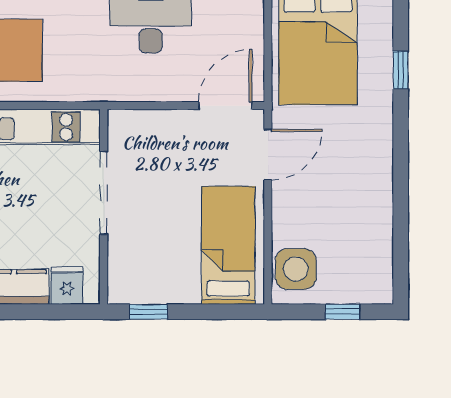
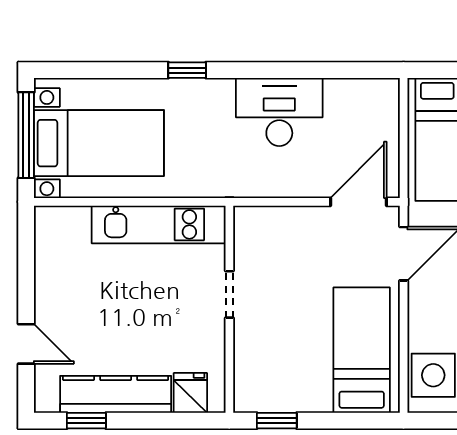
doorway: (104, 193) -> (229, 294), width x0.53

